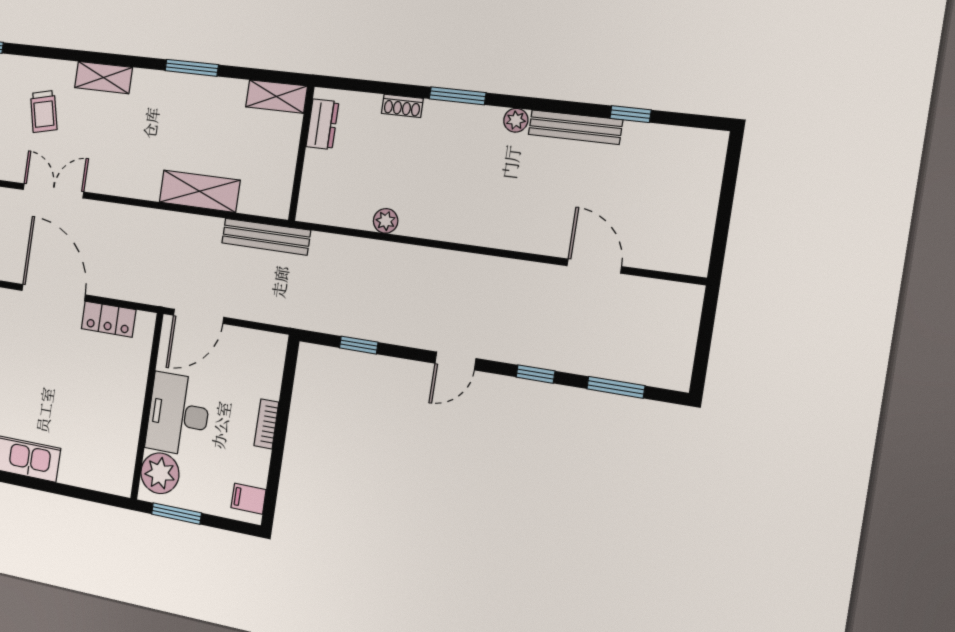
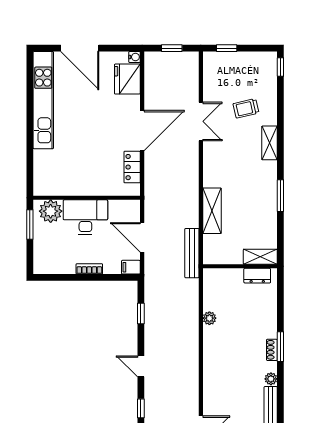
shelving: (276, 96) -> (260, 257), moved, turned 90
shoe rack: (402, 106) -> (272, 350), moved
door: (198, 316) -> (142, 237), moved
filing cabinet: (248, 499) -> (131, 267), moved, turned -90

